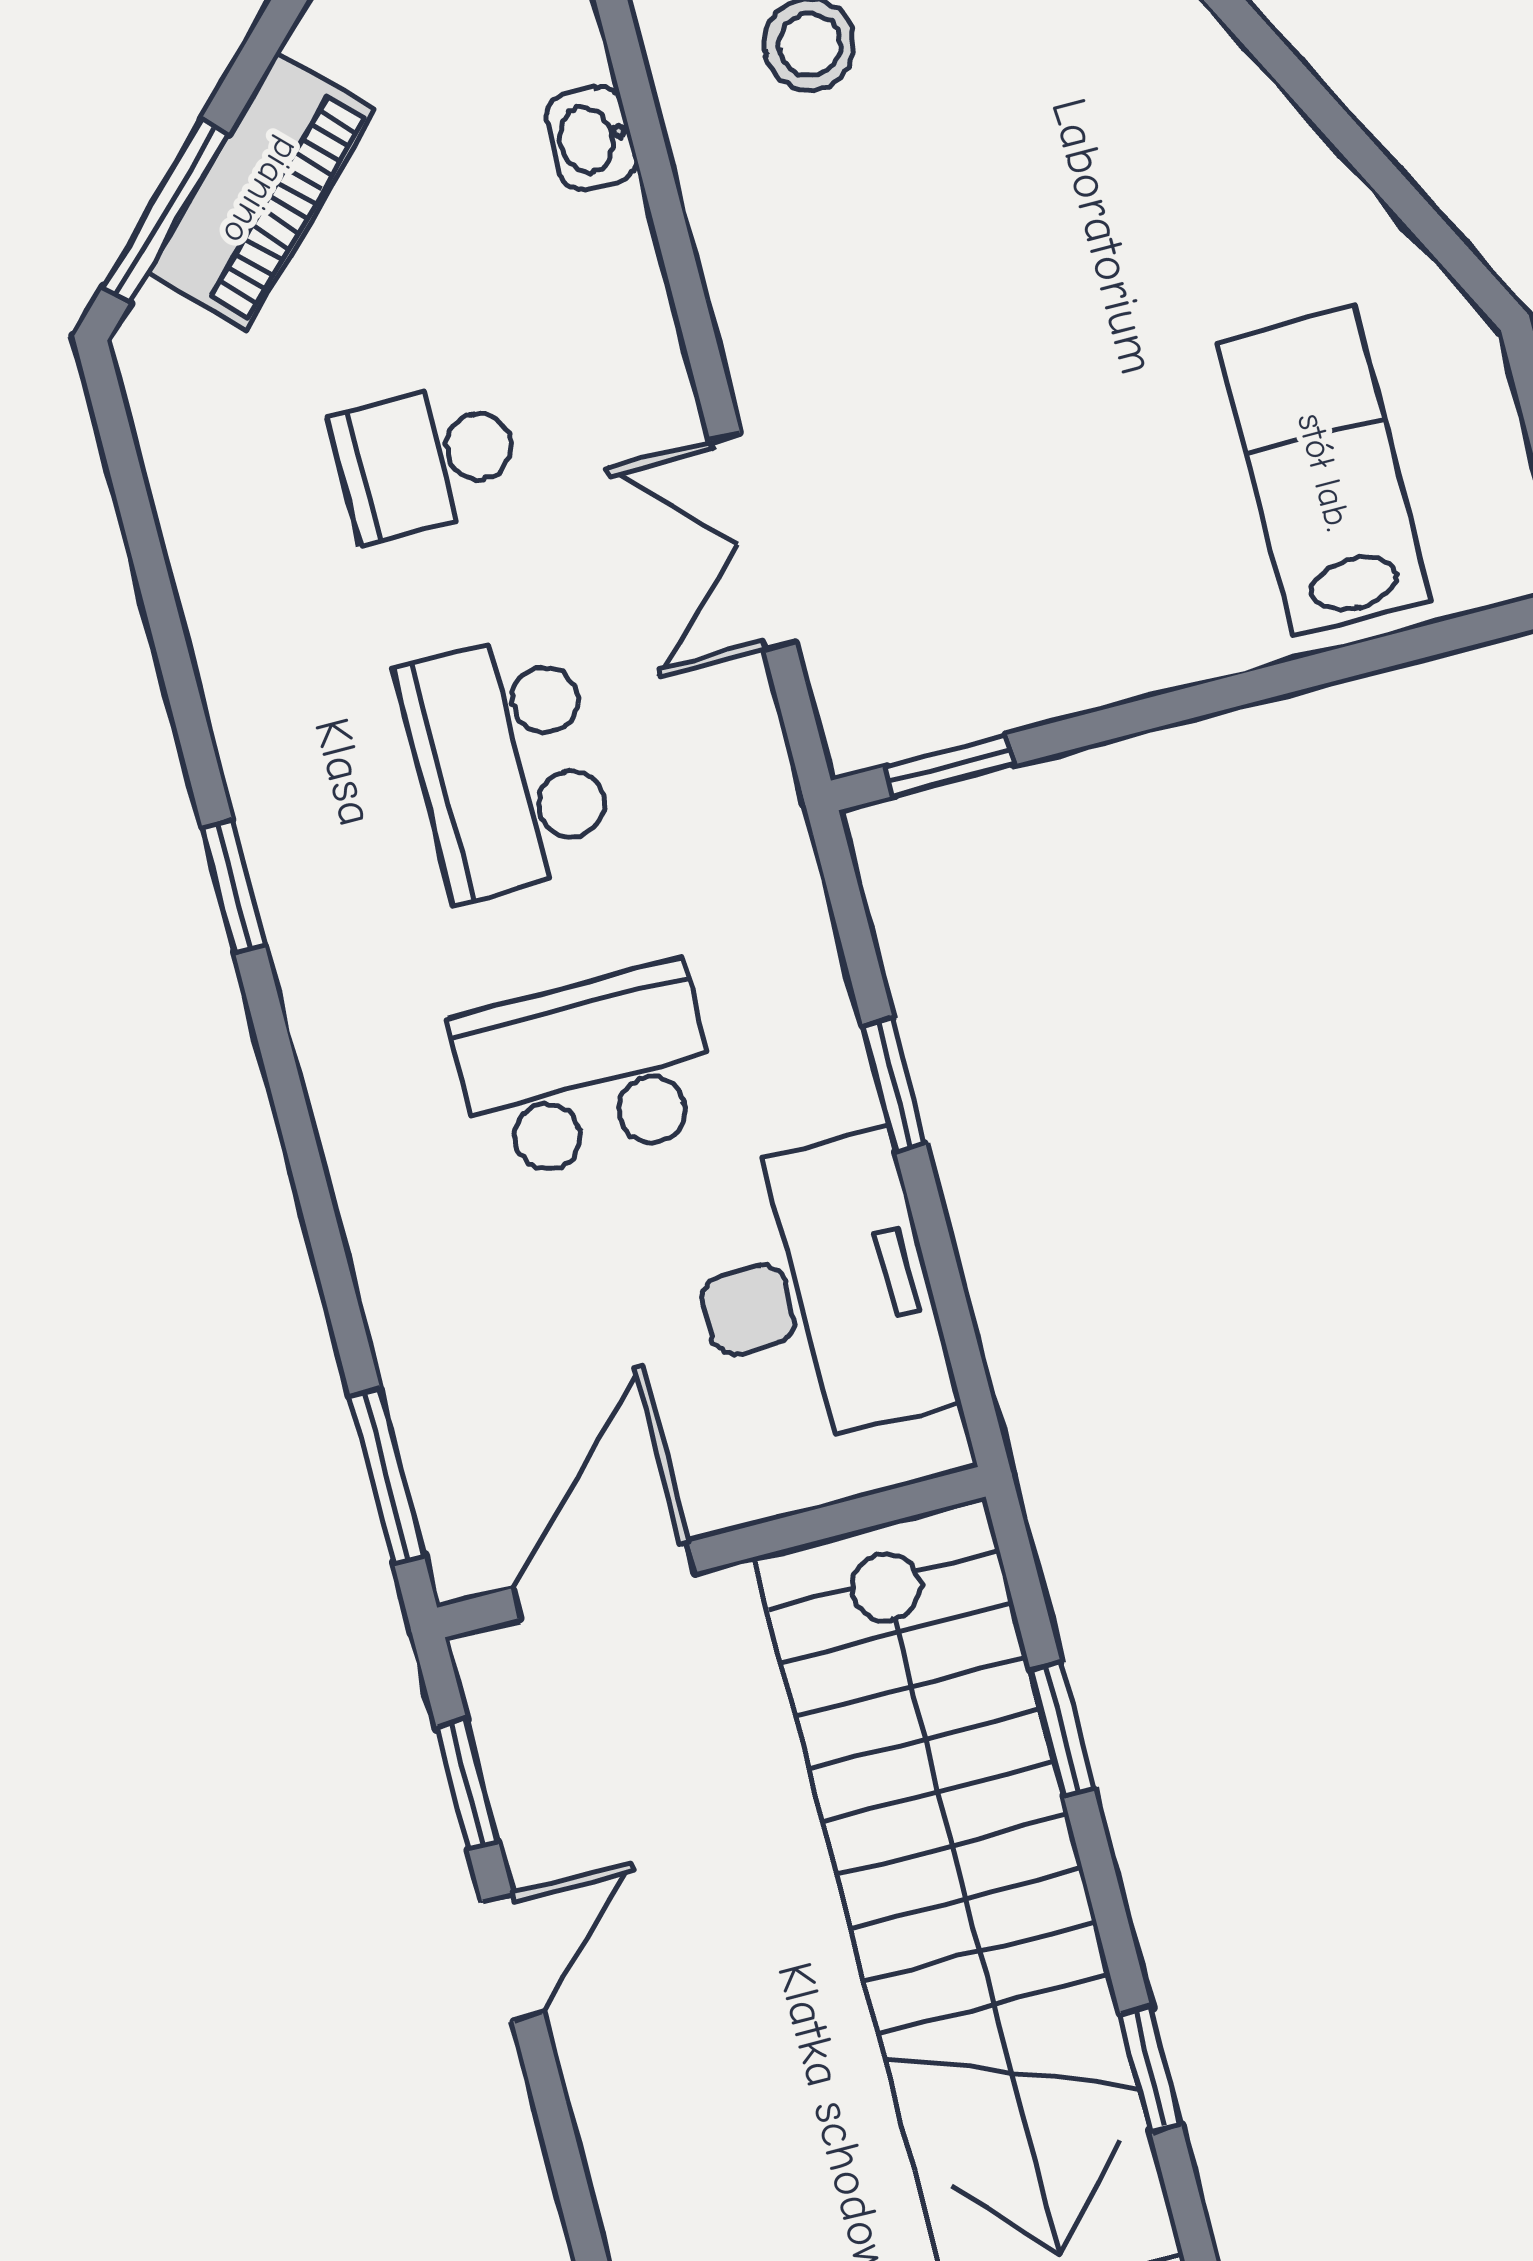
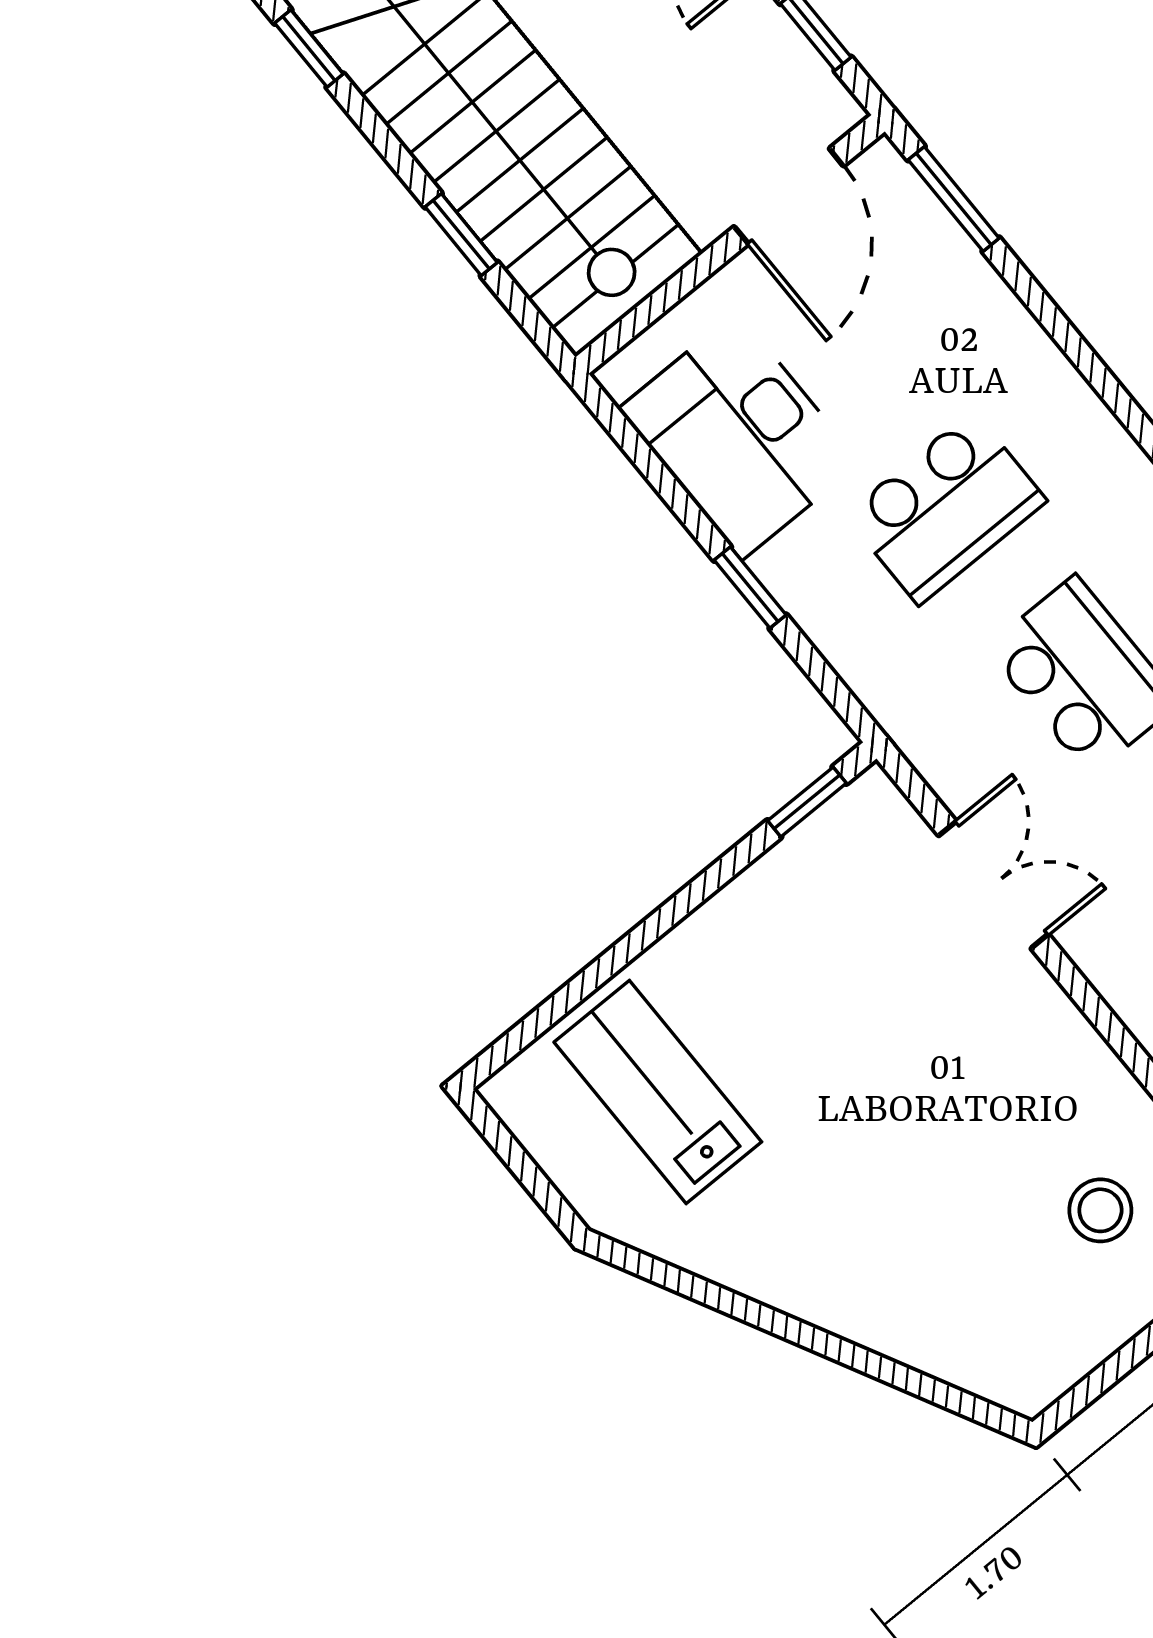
lab bench: (1324, 472) -> (658, 1092), turned 180

